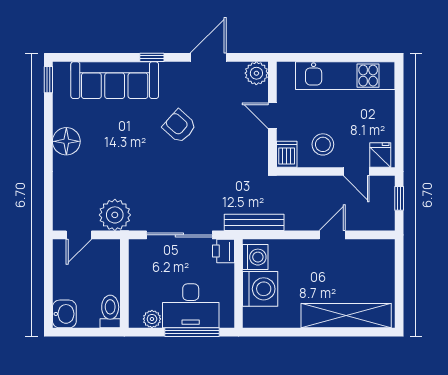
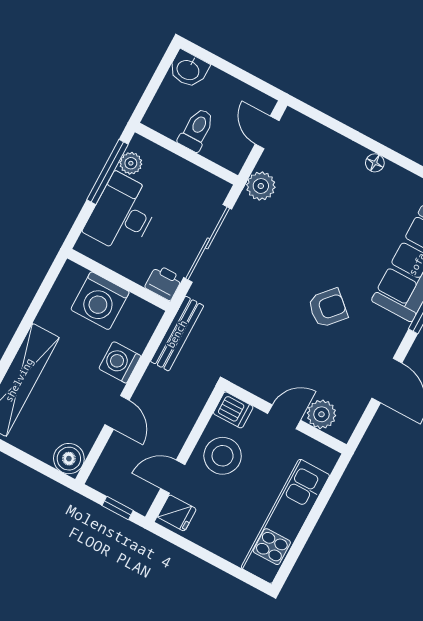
plant: (256, 73) -> (321, 414), moved
floor lamp: (66, 141) -> (375, 163), width x0.53, depth x0.53
stool: (323, 144) -> (223, 456), width x1.38, depth x1.38
plant: (115, 215) -> (261, 186), width x0.73, depth x0.73
boiler: (383, 251) -> (69, 459), added
washing machine: (255, 257) -> (120, 362), moved, turned 90
toilet: (110, 311) -> (197, 130), moved, turned -90
window: (192, 332) -> (107, 172), moved

